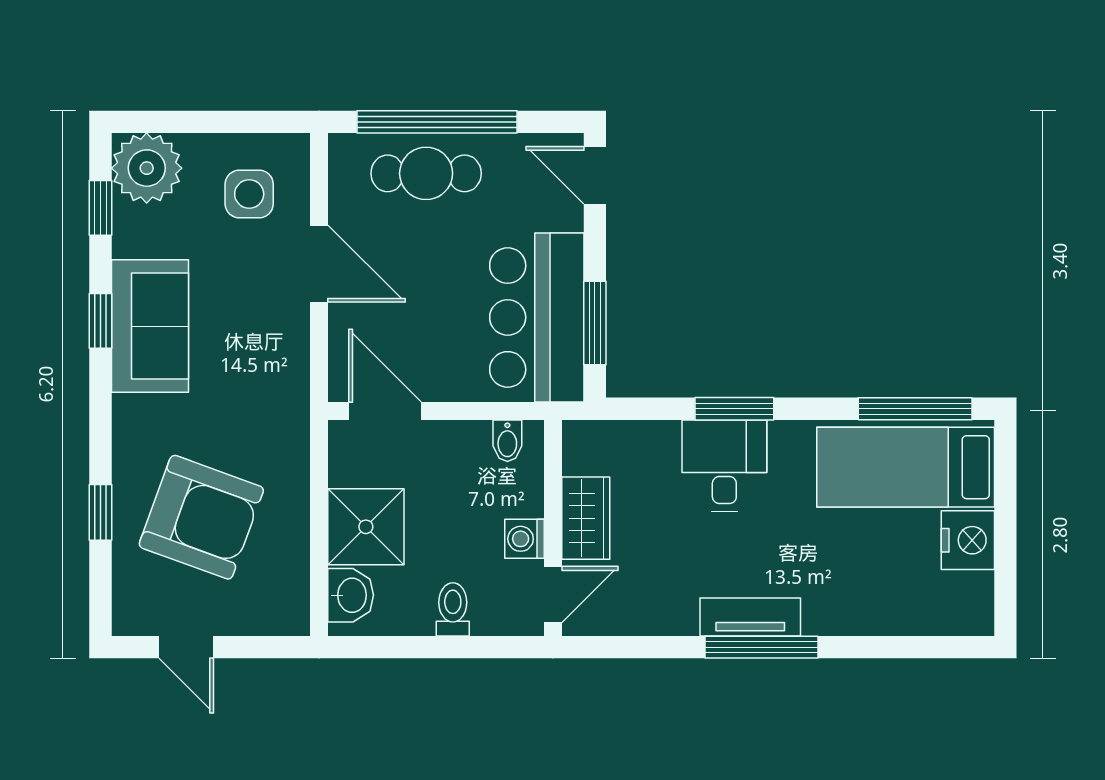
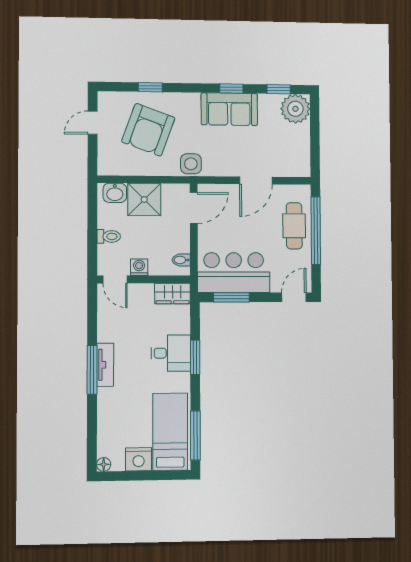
side table: (249, 194) -> (191, 164), moved
wardrobe: (586, 518) -> (173, 294), moved
floor lamp: (979, 620) -> (104, 464), added

